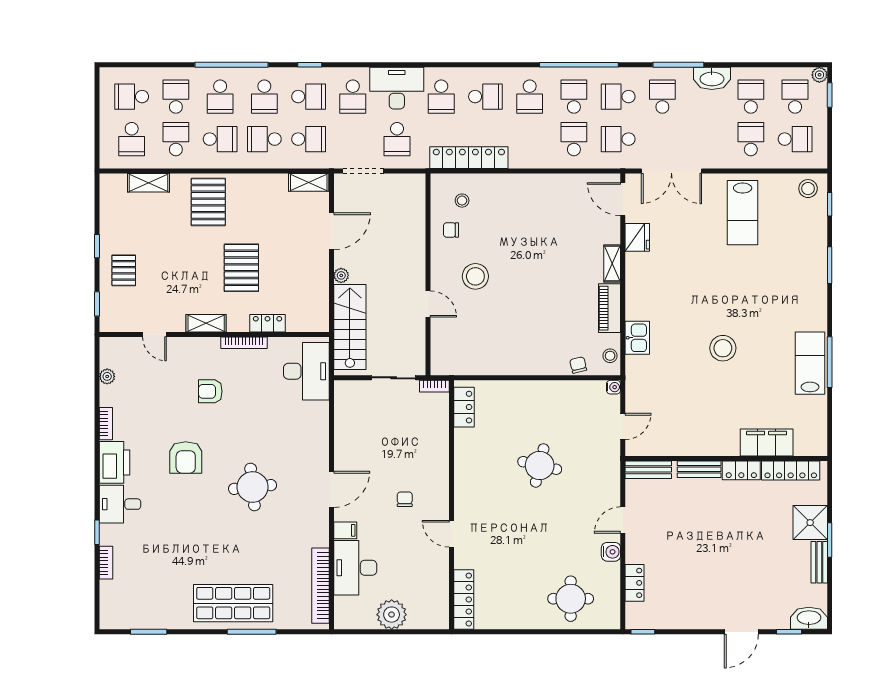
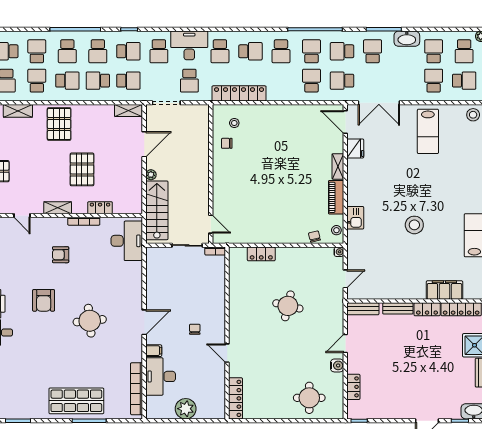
school desk: (795, 97) -> (464, 51), turned 180
stool: (475, 276) -> (244, 175), removed
door: (428, 304) -> (211, 224), moved
locker: (464, 407) -> (261, 254), moved, turned 90

